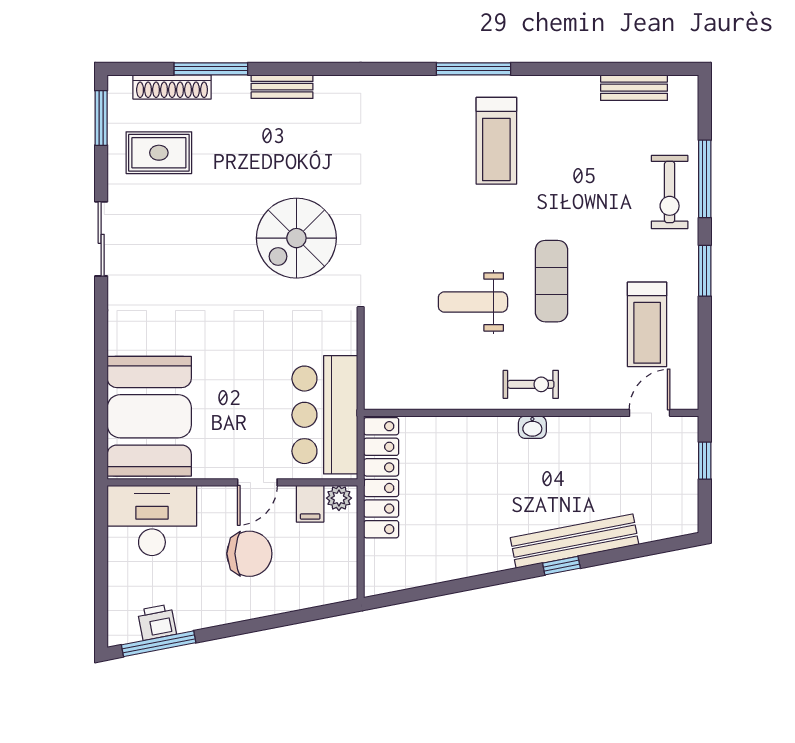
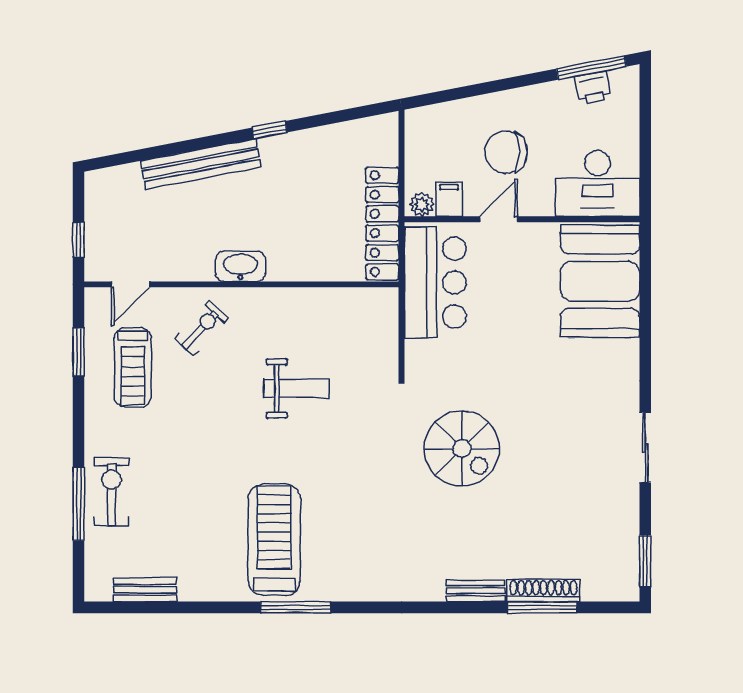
shoe rack: (172, 87) -> (543, 590), moved
treadmill: (496, 141) -> (274, 540), width x1.37, depth x1.38
rug: (159, 153) -> (591, 529), removed
spiral stairs: (296, 238) -> (462, 448), turned 90
window: (705, 271) -> (79, 352), moved
exercise mat: (552, 281) -> (222, 408), removed
treadmill: (647, 324) -> (133, 368), turned 180
exercise bike: (531, 384) -> (201, 328), moved, turned 133
washbasin: (532, 427) -> (240, 266), width x1.91, depth x1.45
window: (561, 566) -> (269, 130), moved

